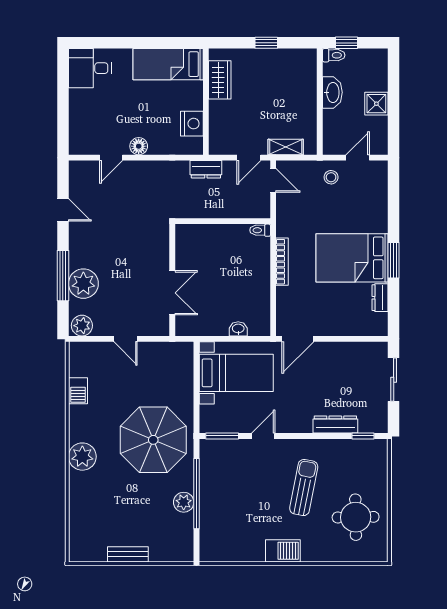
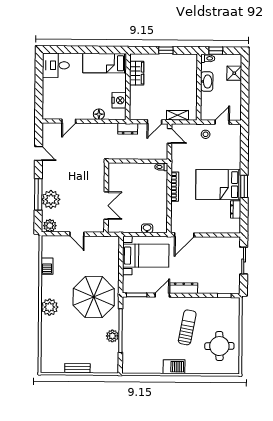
shower: (376, 104) -> (234, 73), moved
floor lamp: (139, 146) -> (99, 114), moved
dresser: (335, 424) -> (184, 288), moved

